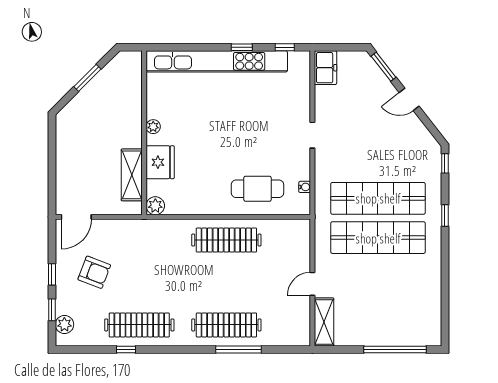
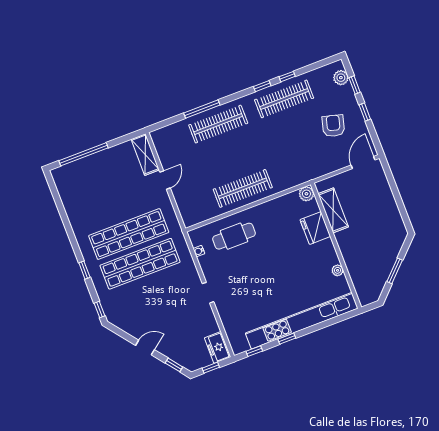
window: (342, 47) -> (211, 368), added
window: (384, 67) -> (174, 365), width x0.67
plant: (153, 127) -> (338, 270), moved
armchair: (94, 272) -> (333, 126), turned 84
window: (159, 349) -> (262, 86), added

